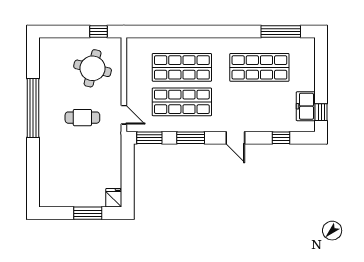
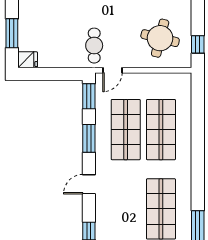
cafe table: (82, 118) -> (94, 46), moved

